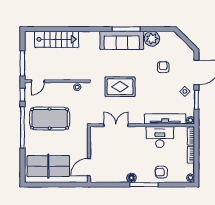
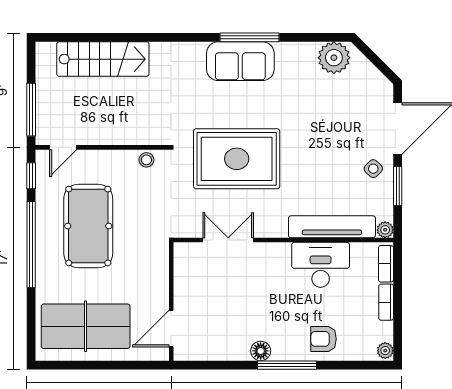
plant: (152, 39) -> (334, 58), moved
sofa: (122, 40) -> (240, 61), width x0.73
armchair: (163, 67) -> (328, 117), removed
rug: (120, 87) -> (237, 159), width x1.37, depth x1.44
pool table: (50, 119) -> (88, 226), turned 90

